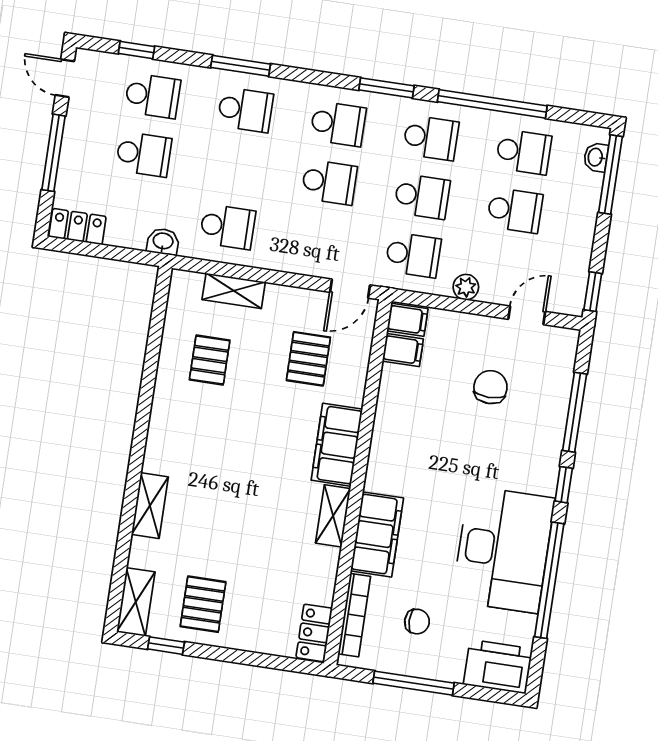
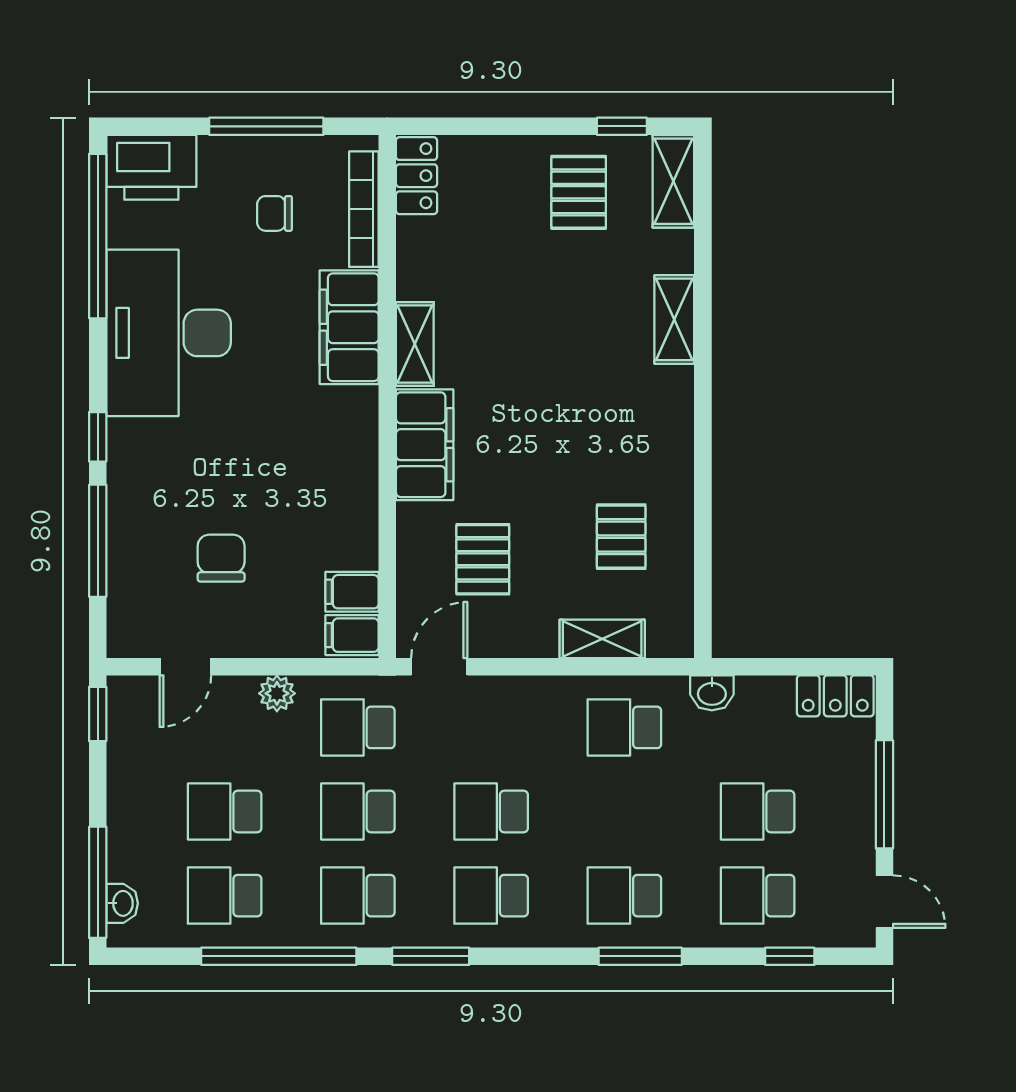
chair: (490, 387) -> (221, 558), turned 180
window: (549, 580) -> (98, 236), moved

